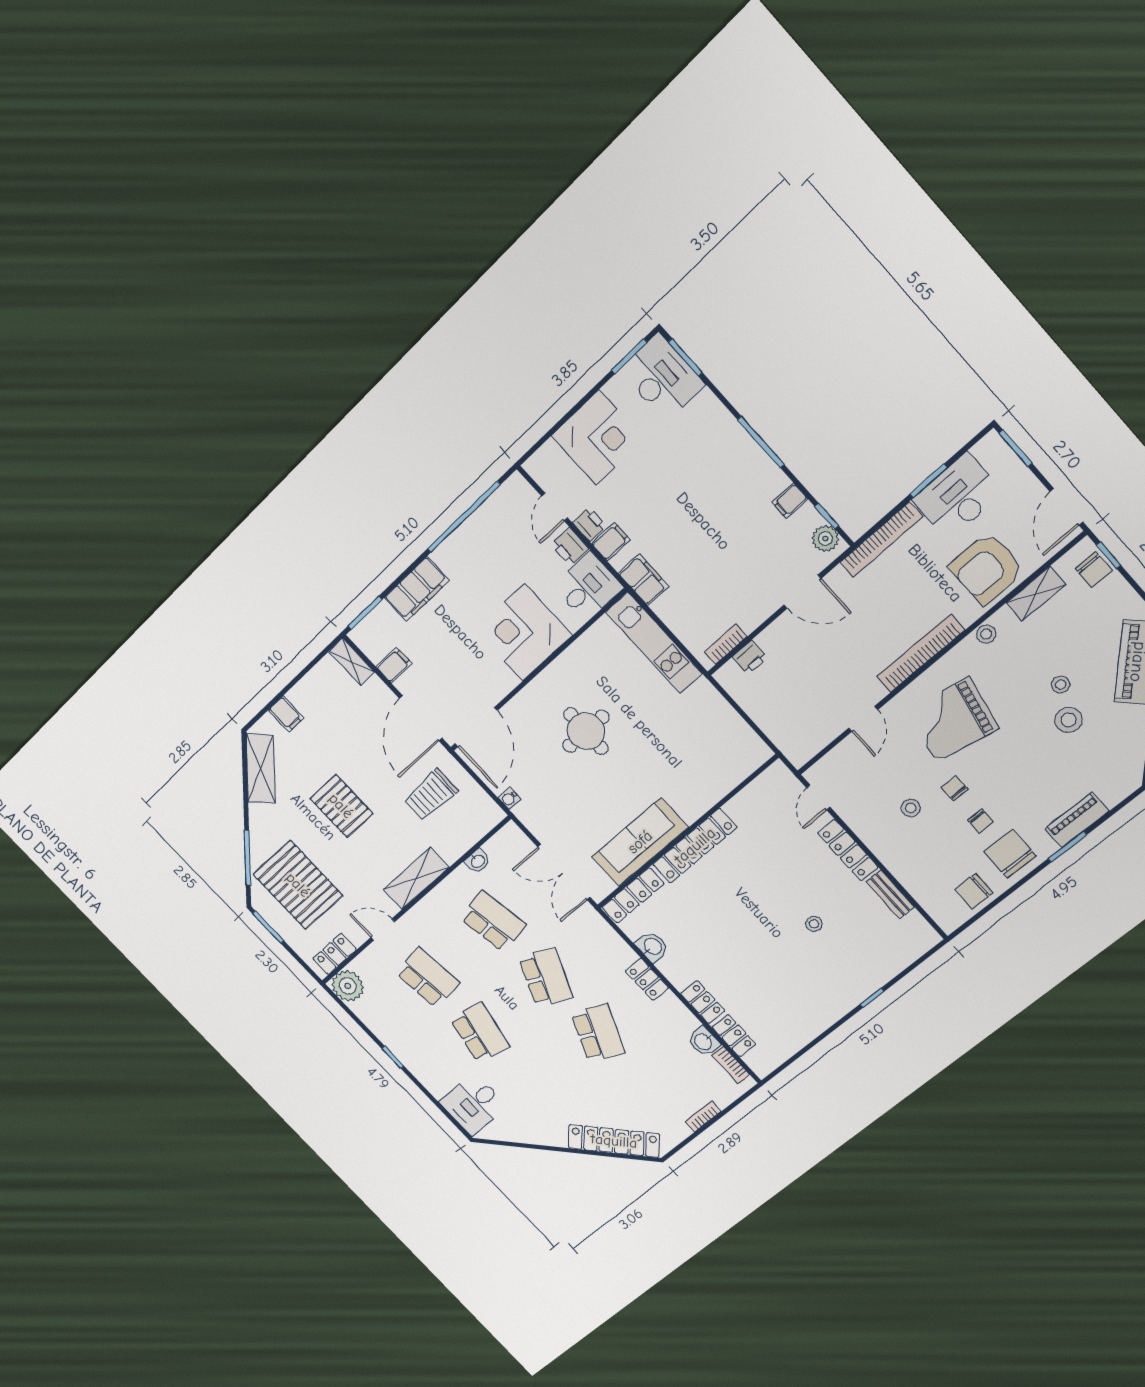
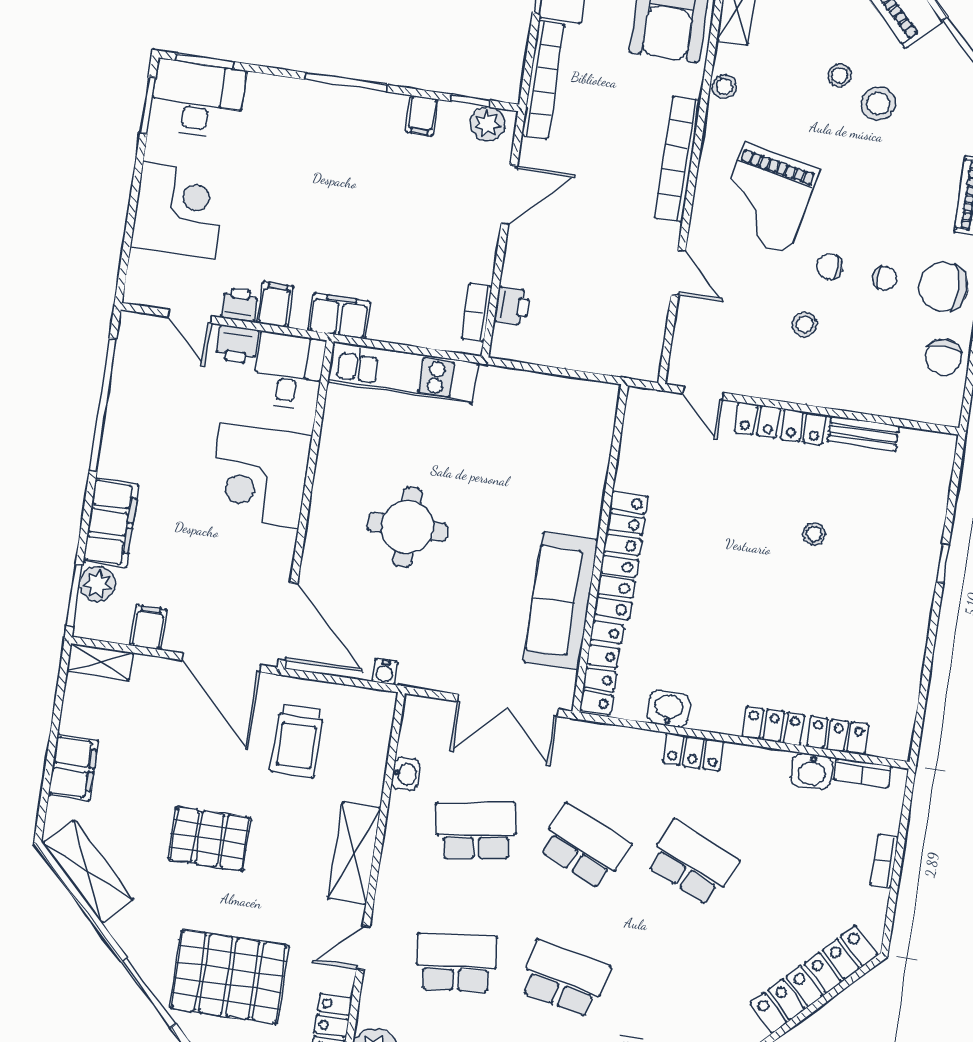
plant: (383, 617) -> (97, 584), added
filing cabinet: (286, 714) -> (73, 768), width x2.00

